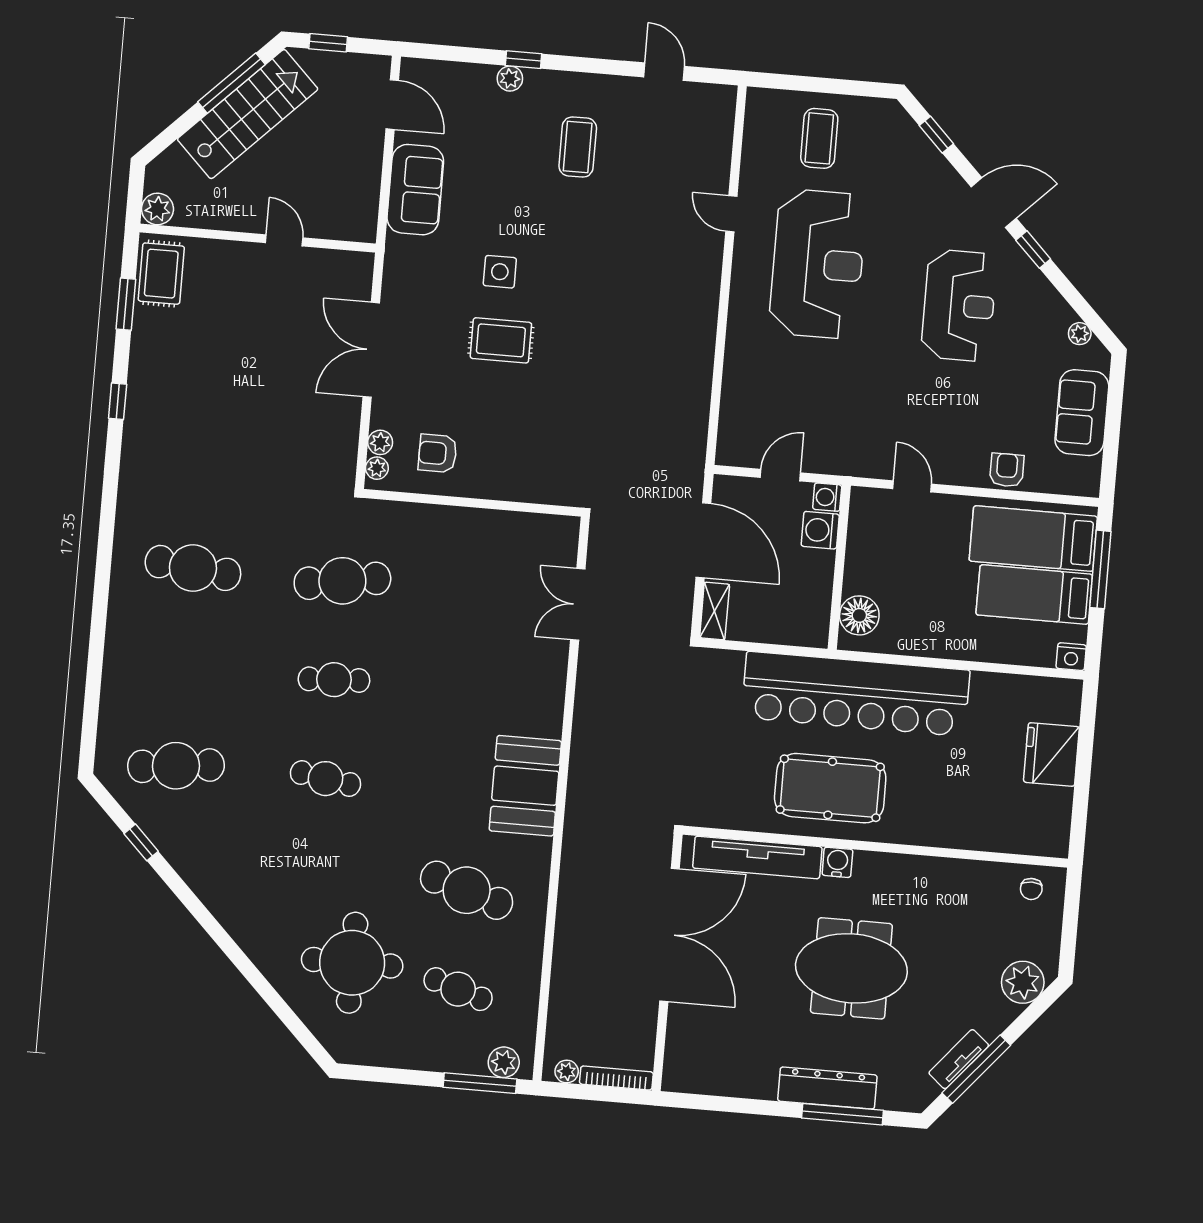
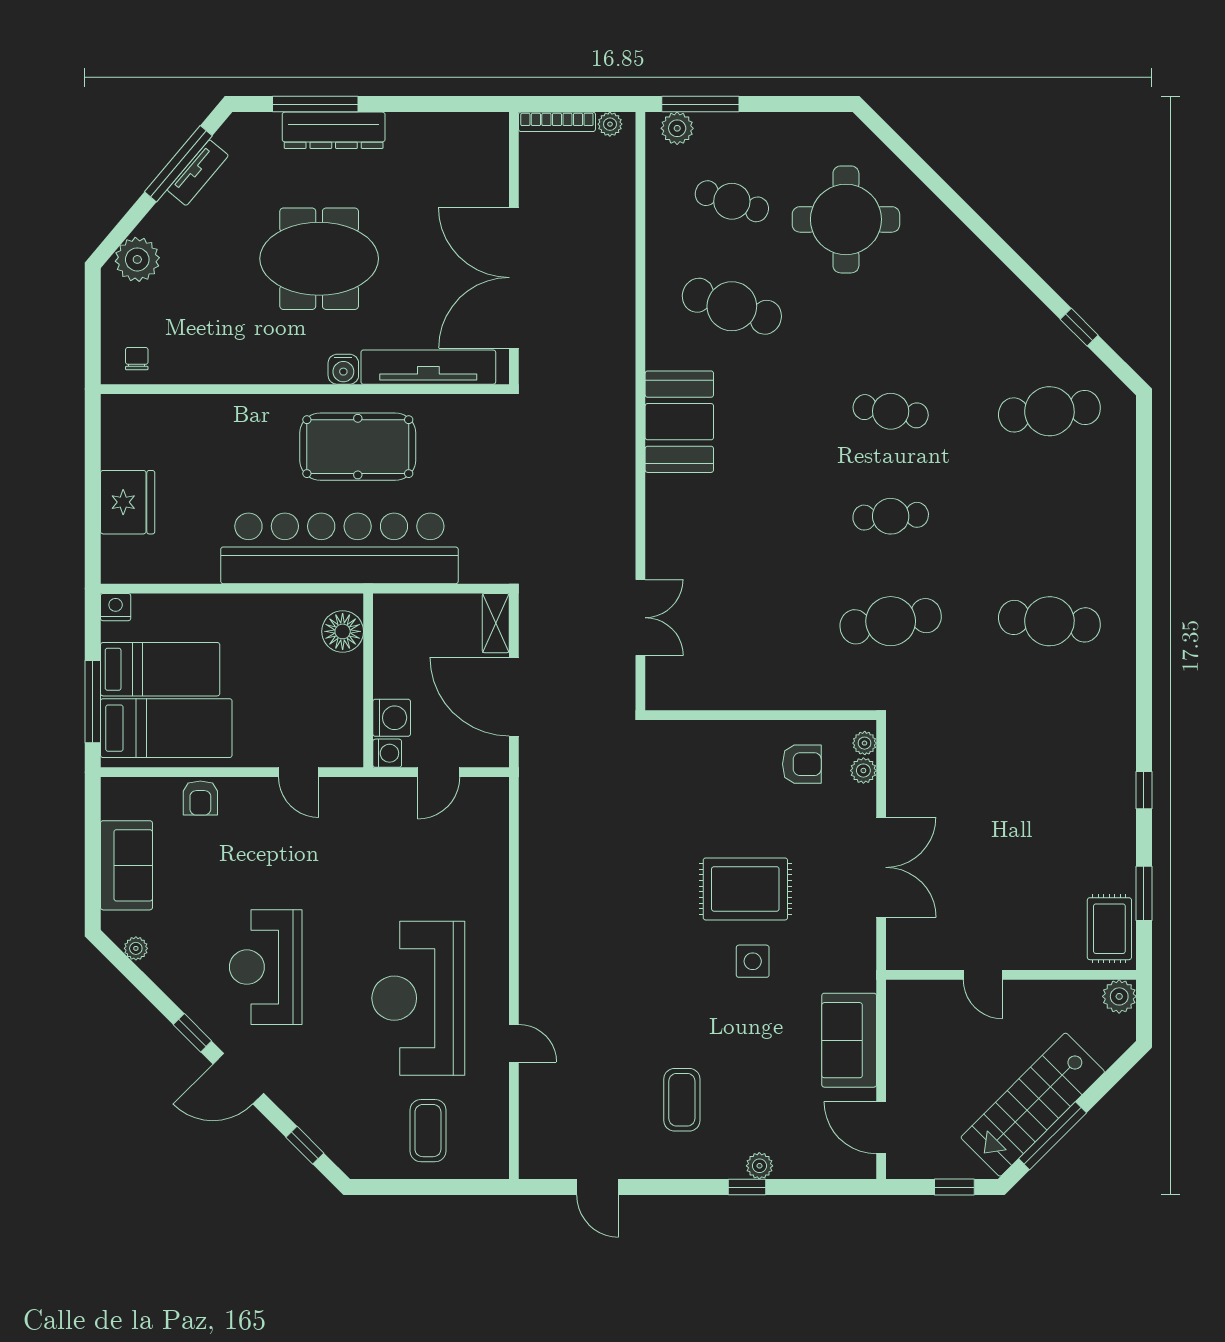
rug: (501, 340) -> (745, 889), width x1.36, depth x1.43

